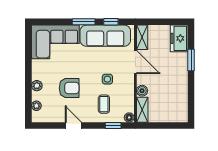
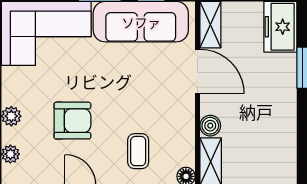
side table: (107, 79) -> (145, 104), removed

